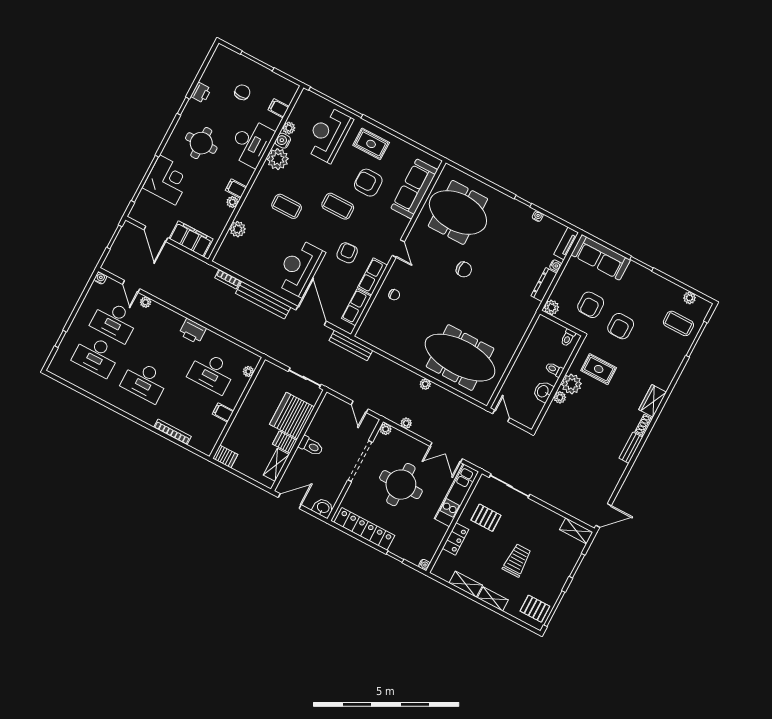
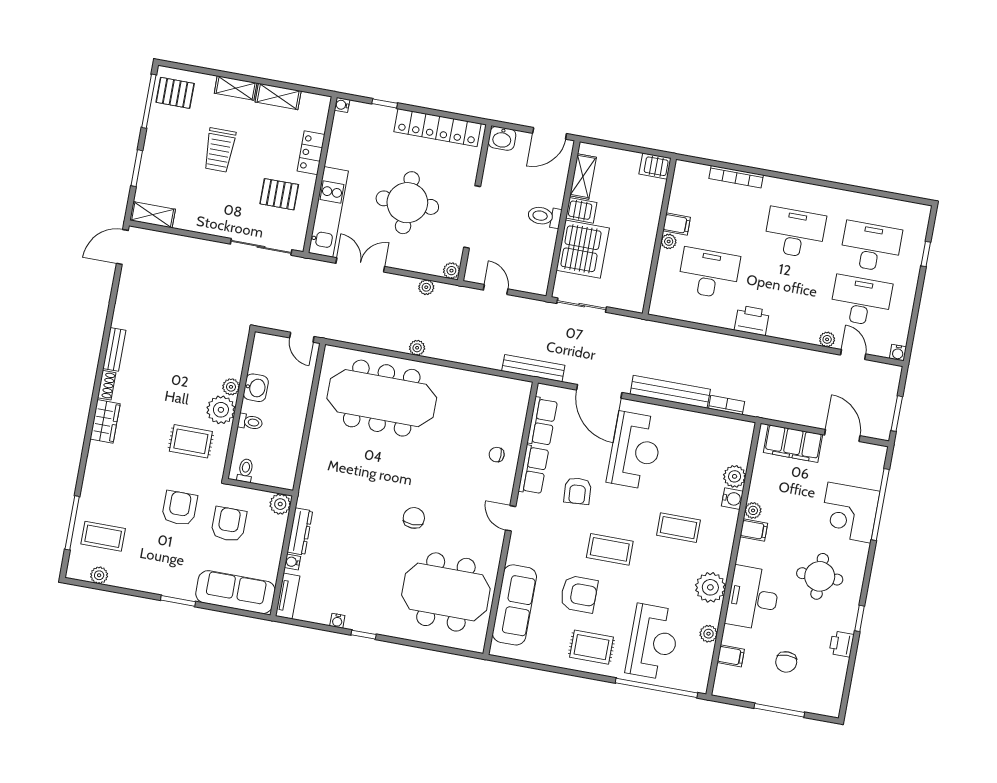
water cooler: (283, 141) -> (732, 499), moved
chair: (464, 269) -> (414, 518), turned 90
plant: (248, 371) -> (669, 241), moved

